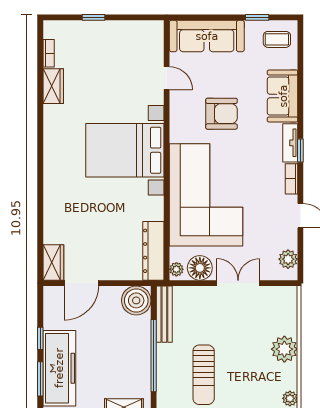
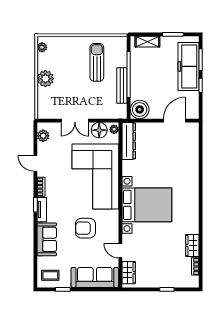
wardrobe: (53, 262) -> (129, 273), moved, turned 180
bench: (164, 314) -> (122, 85), moved

